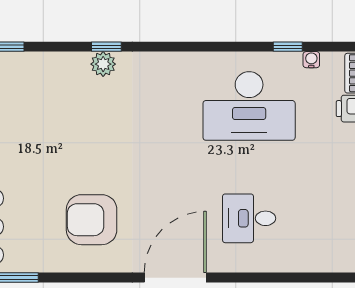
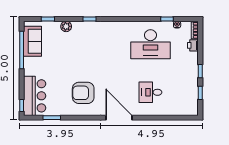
plant: (103, 64) -> (66, 26), moved
door: (175, 278) -> (119, 118), hinge flipped

